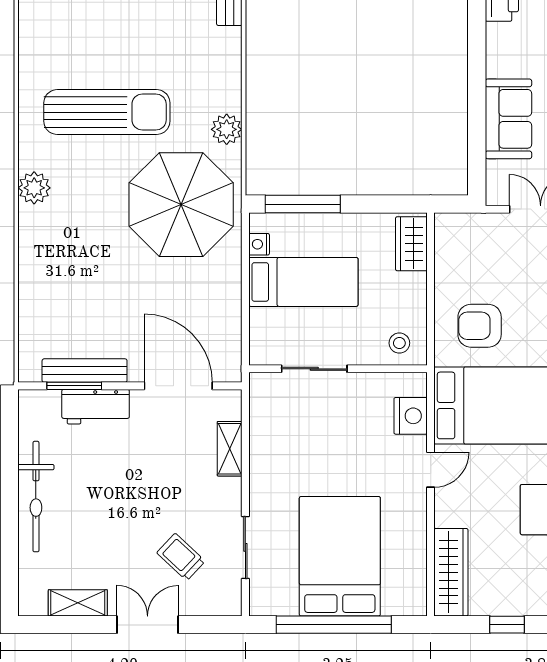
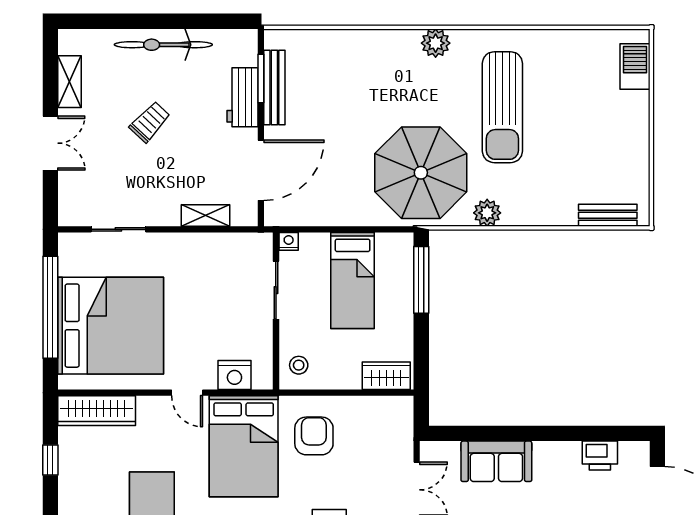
nightstand: (259, 244) -> (289, 241), moved
bed: (340, 556) -> (111, 326), width x1.36
trolley: (181, 557) -> (150, 122), moved

